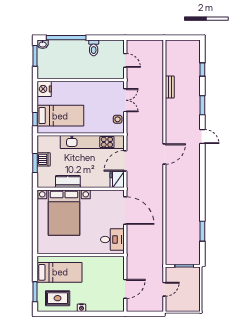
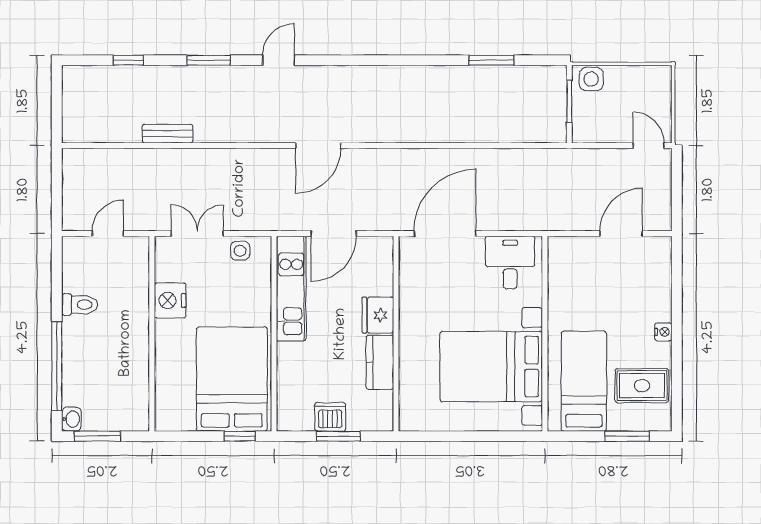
nightstand: (44, 89) -> (170, 300), moved, turned 90
bed: (60, 116) -> (232, 379), width x1.50
kitchen unit: (92, 142) -> (291, 289), width x0.73
door: (164, 154) -> (318, 146), swing flipped
door: (125, 161) -> (334, 234), hinge flipped
fridge: (117, 180) -> (378, 315), moved, turned 90
bed with nightstands: (64, 213) -> (491, 367), moved, turned 180
side table: (194, 276) -> (591, 79), added
door: (125, 289) -> (621, 234), hinge flipped
door: (164, 289) -> (649, 146), moved
rug: (58, 298) -> (642, 386), turned 90

